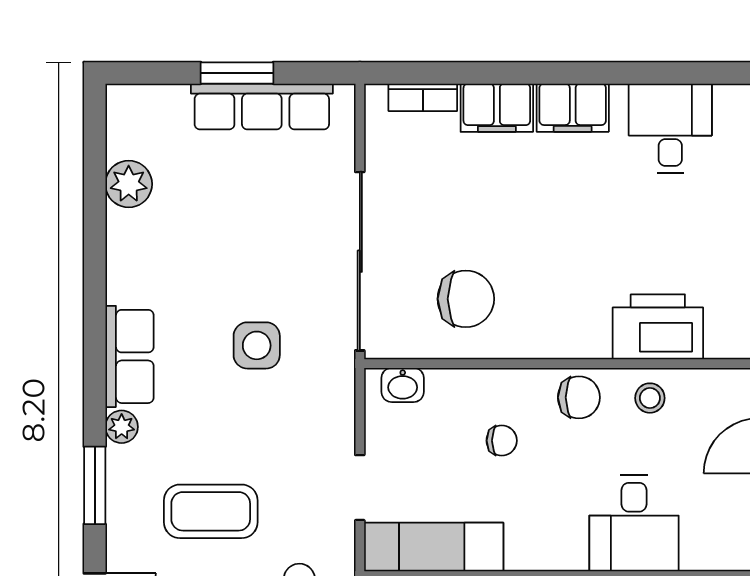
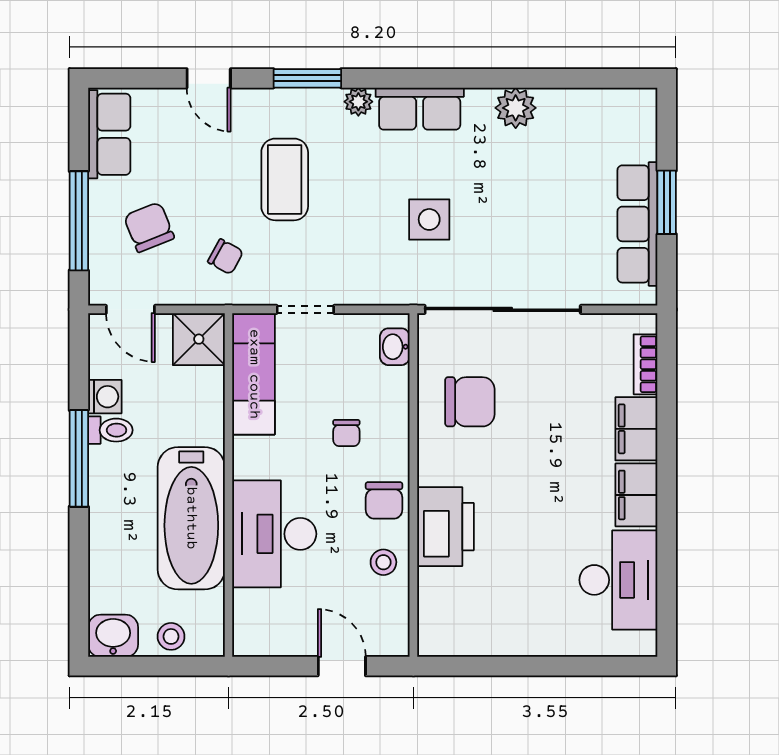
desk: (670, 128) -> (618, 580), width x1.37
plant: (129, 184) -> (516, 108), moved
chair: (466, 299) -> (470, 402), turned -90
printer: (658, 327) -> (445, 527), moved
desk: (634, 523) -> (274, 534), width x1.37

